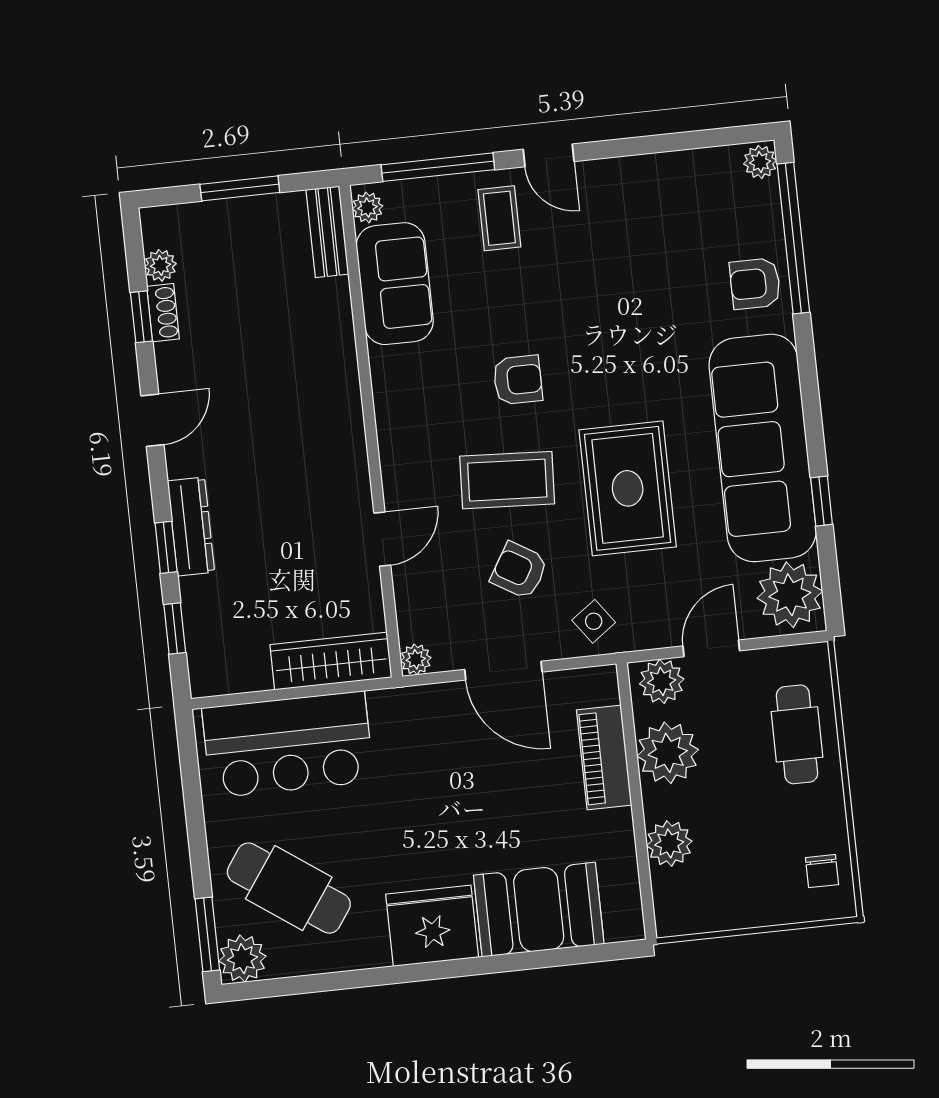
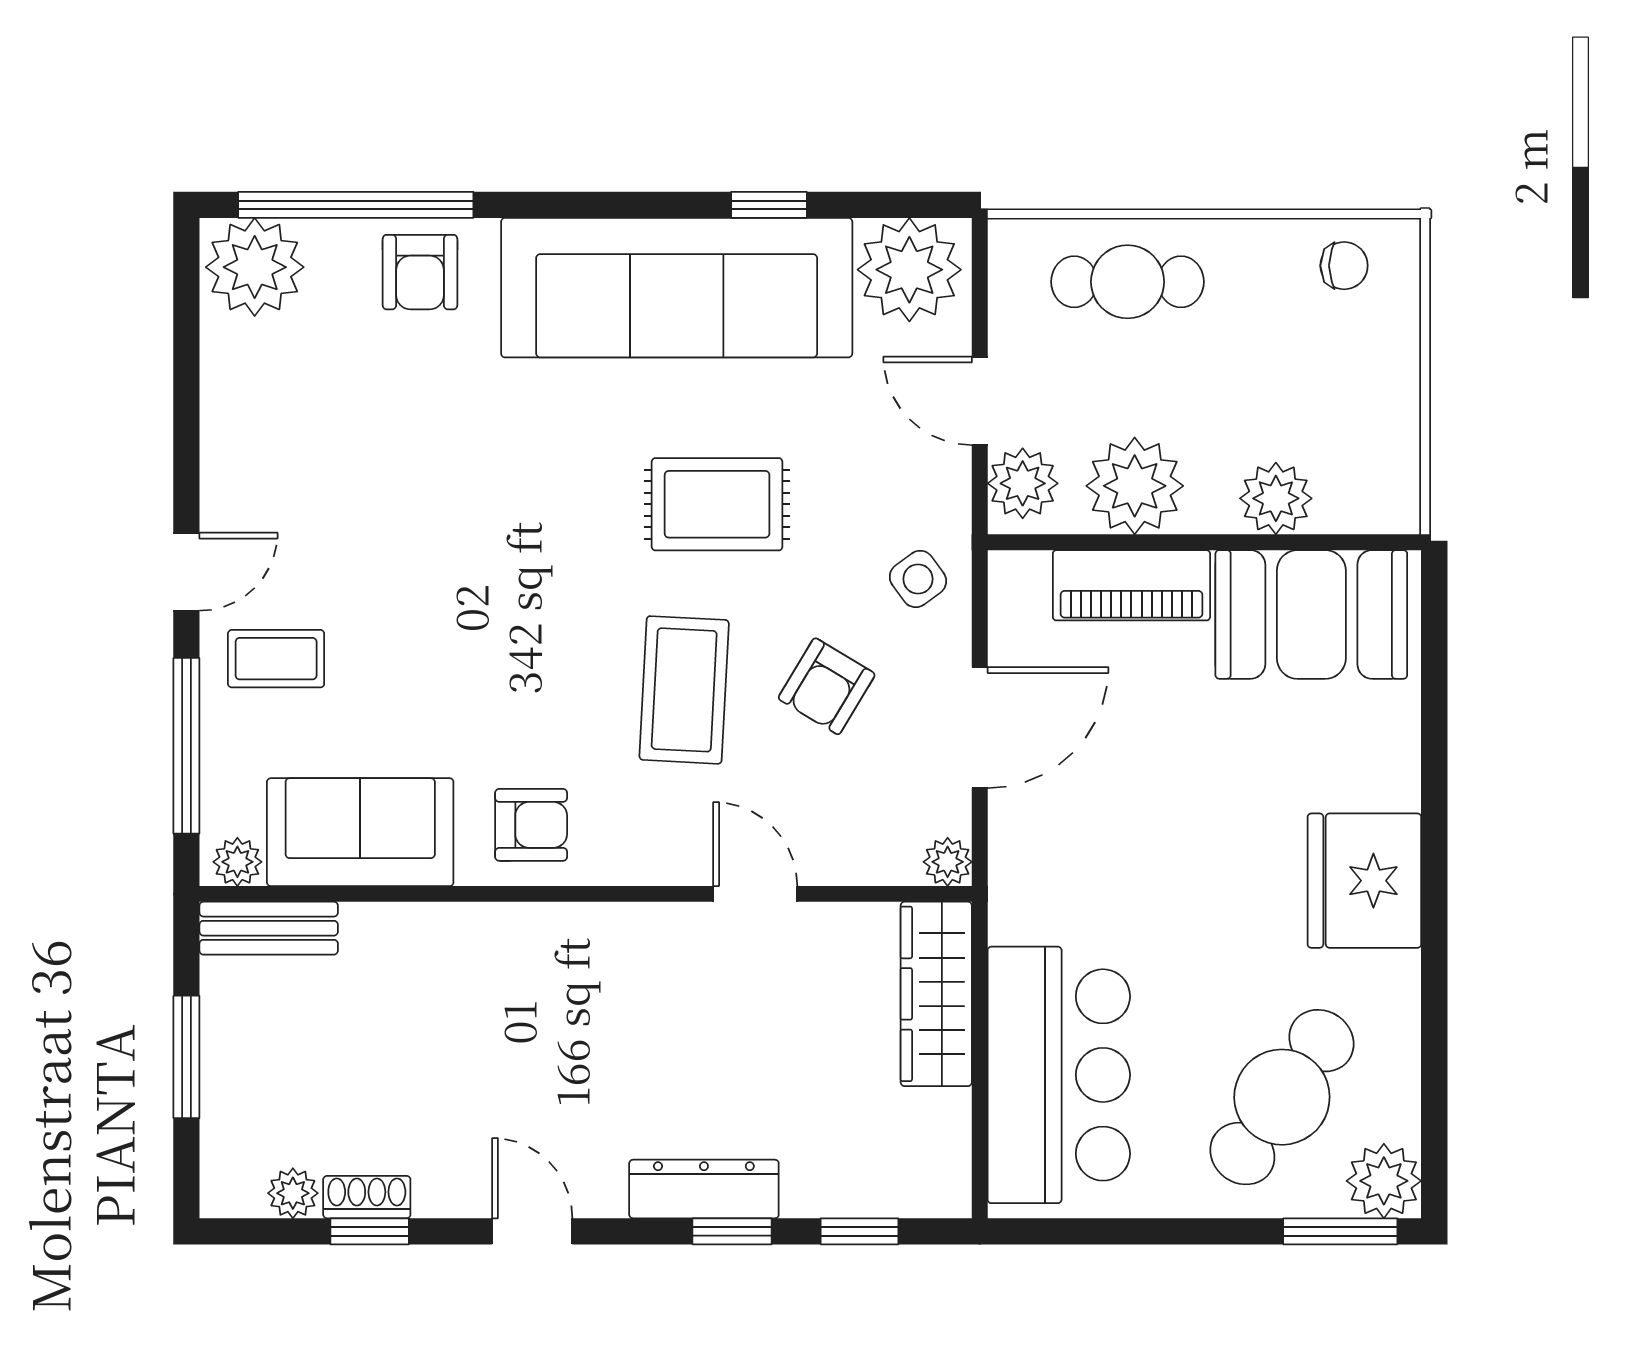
plant: (760, 162) -> (255, 267), width x1.88, depth x1.88
armchair: (518, 380) -> (531, 825), moved, turned 90
rug: (628, 488) -> (717, 504), width x0.73, depth x0.70
booth: (539, 910) -> (1311, 614), moved, turned 90

